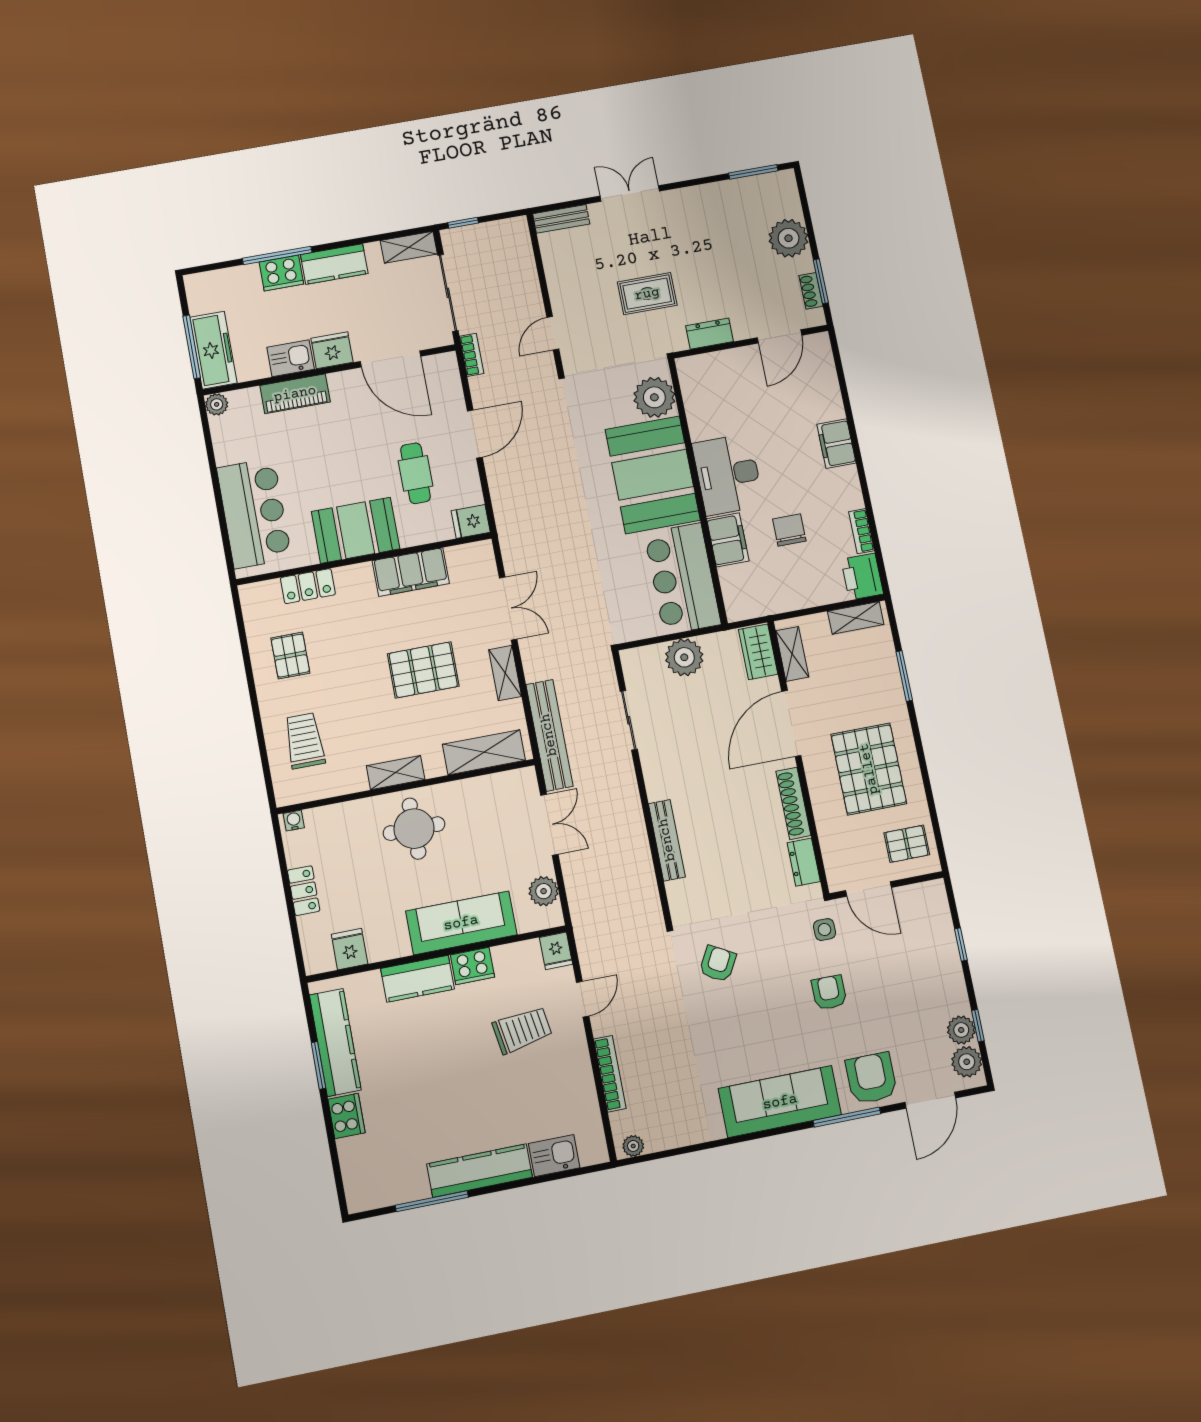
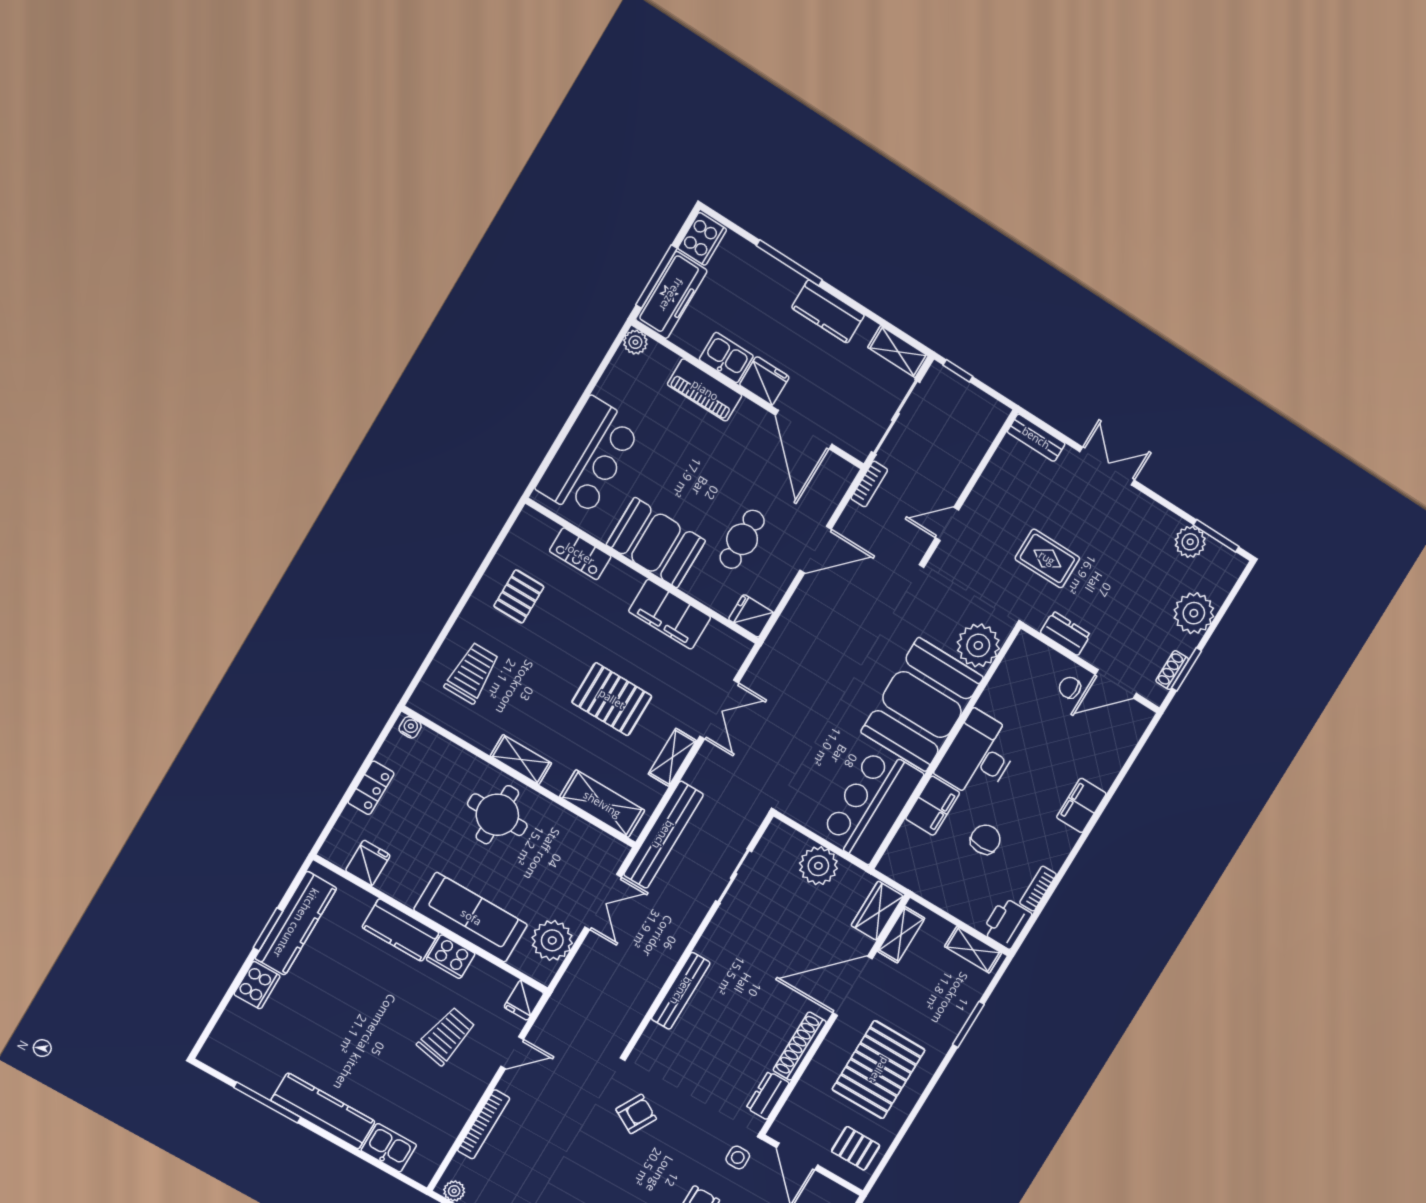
plant: (739, 192) -> (1190, 542), added
cooker: (281, 273) -> (702, 239), moved, turned -90
chair: (749, 368) -> (1070, 688), added
plant: (544, 891) -> (552, 940), width x1.36, depth x1.36
trolley: (522, 1030) -> (446, 1036), turned -70

